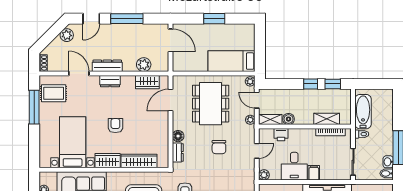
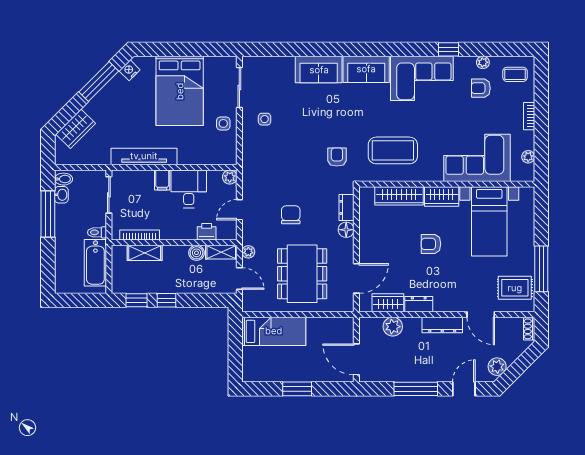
dresser: (110, 81) -> (419, 304), moved
plant: (250, 81) -> (248, 304), removed
armchair: (115, 126) -> (431, 244), turned 90

